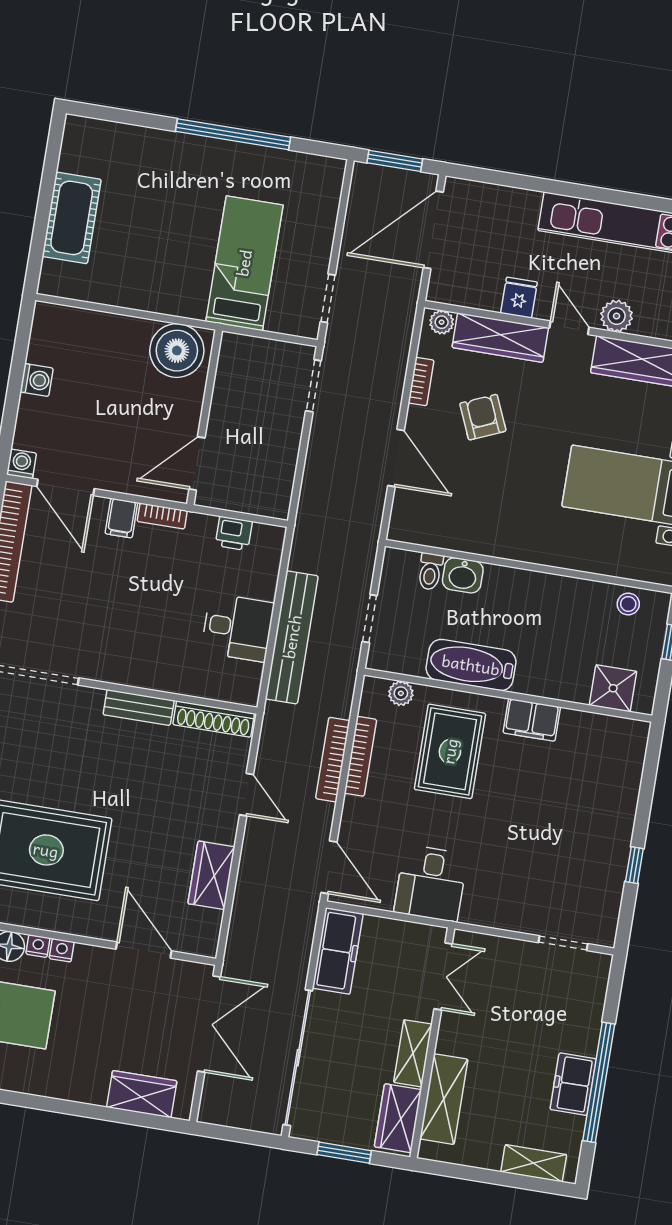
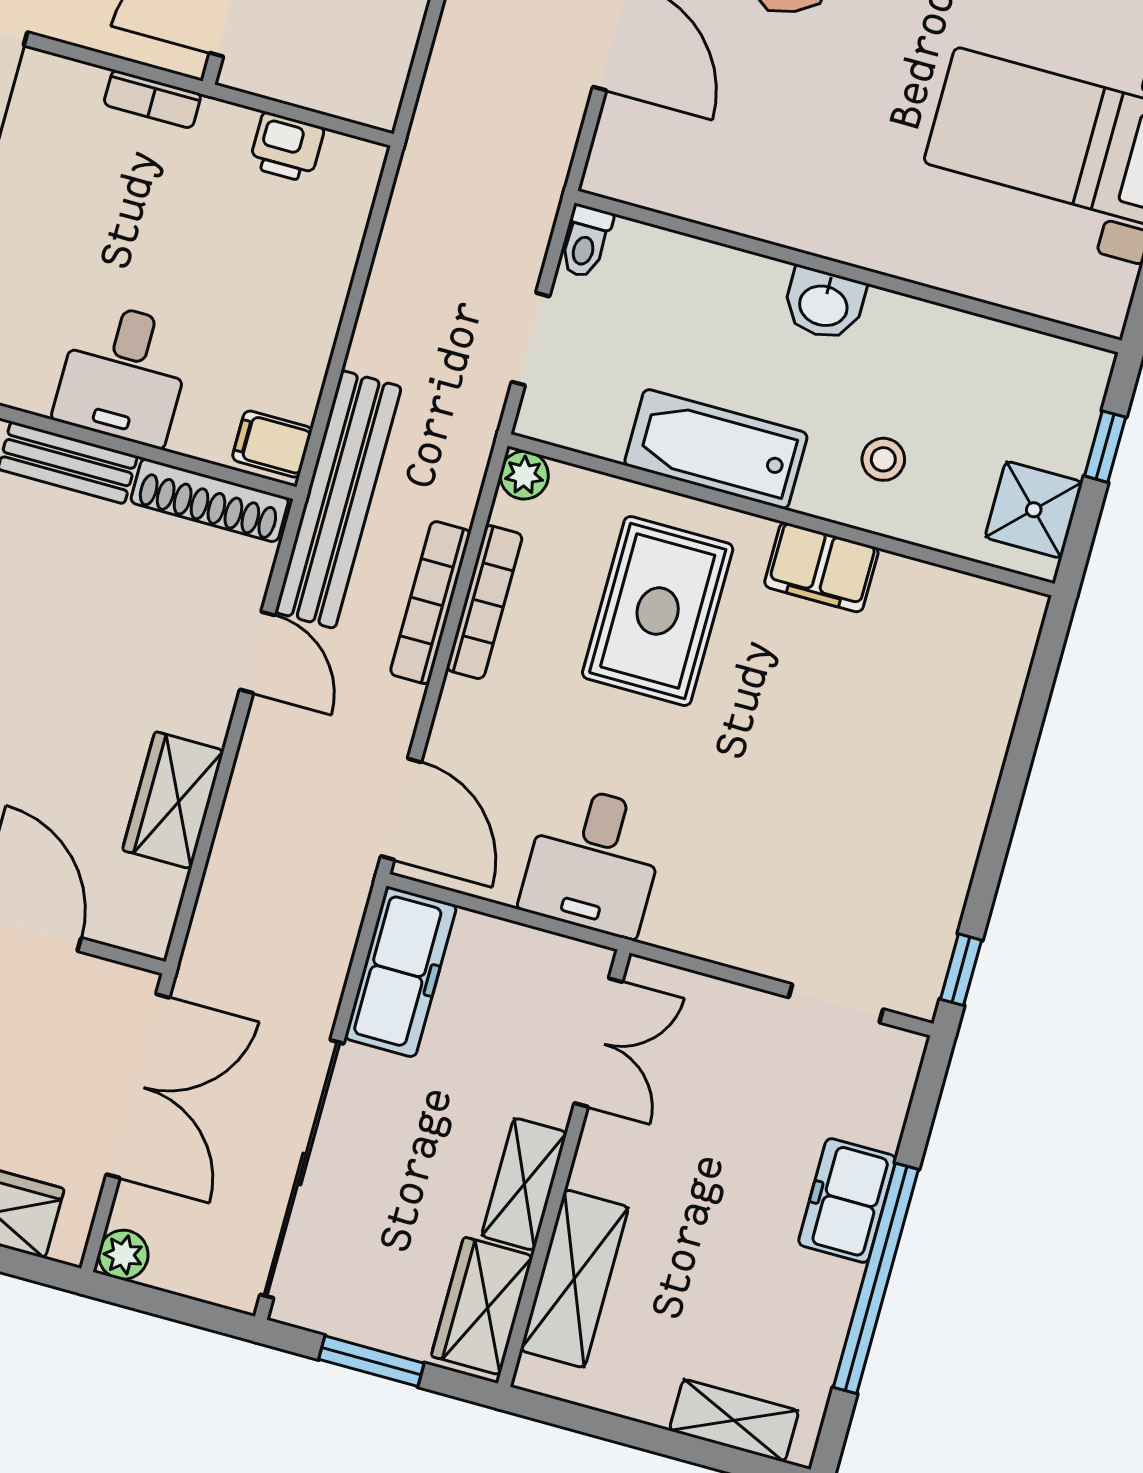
filing cabinet: (121, 518) -> (272, 444), moved, turned 90
toilet: (430, 572) -> (586, 241), moved
washbasin: (463, 575) -> (824, 304), moved
stool: (628, 604) -> (883, 459), moved
desk: (238, 628) -> (124, 374), moved, turned 90
bench: (292, 637) -> (338, 499), moved
shower: (613, 688) -> (1034, 510), moved
plant: (401, 693) -> (524, 475), moved
window: (634, 865) -> (961, 970), moved
freezer: (573, 1084) -> (847, 1201), moved
plant: (211, 1112) -> (123, 1255), added

